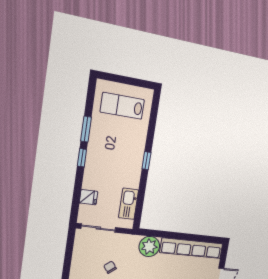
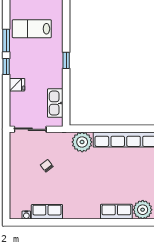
lab bench: (122, 106) -> (32, 29), moved
fridge: (88, 197) -> (17, 85), moved

